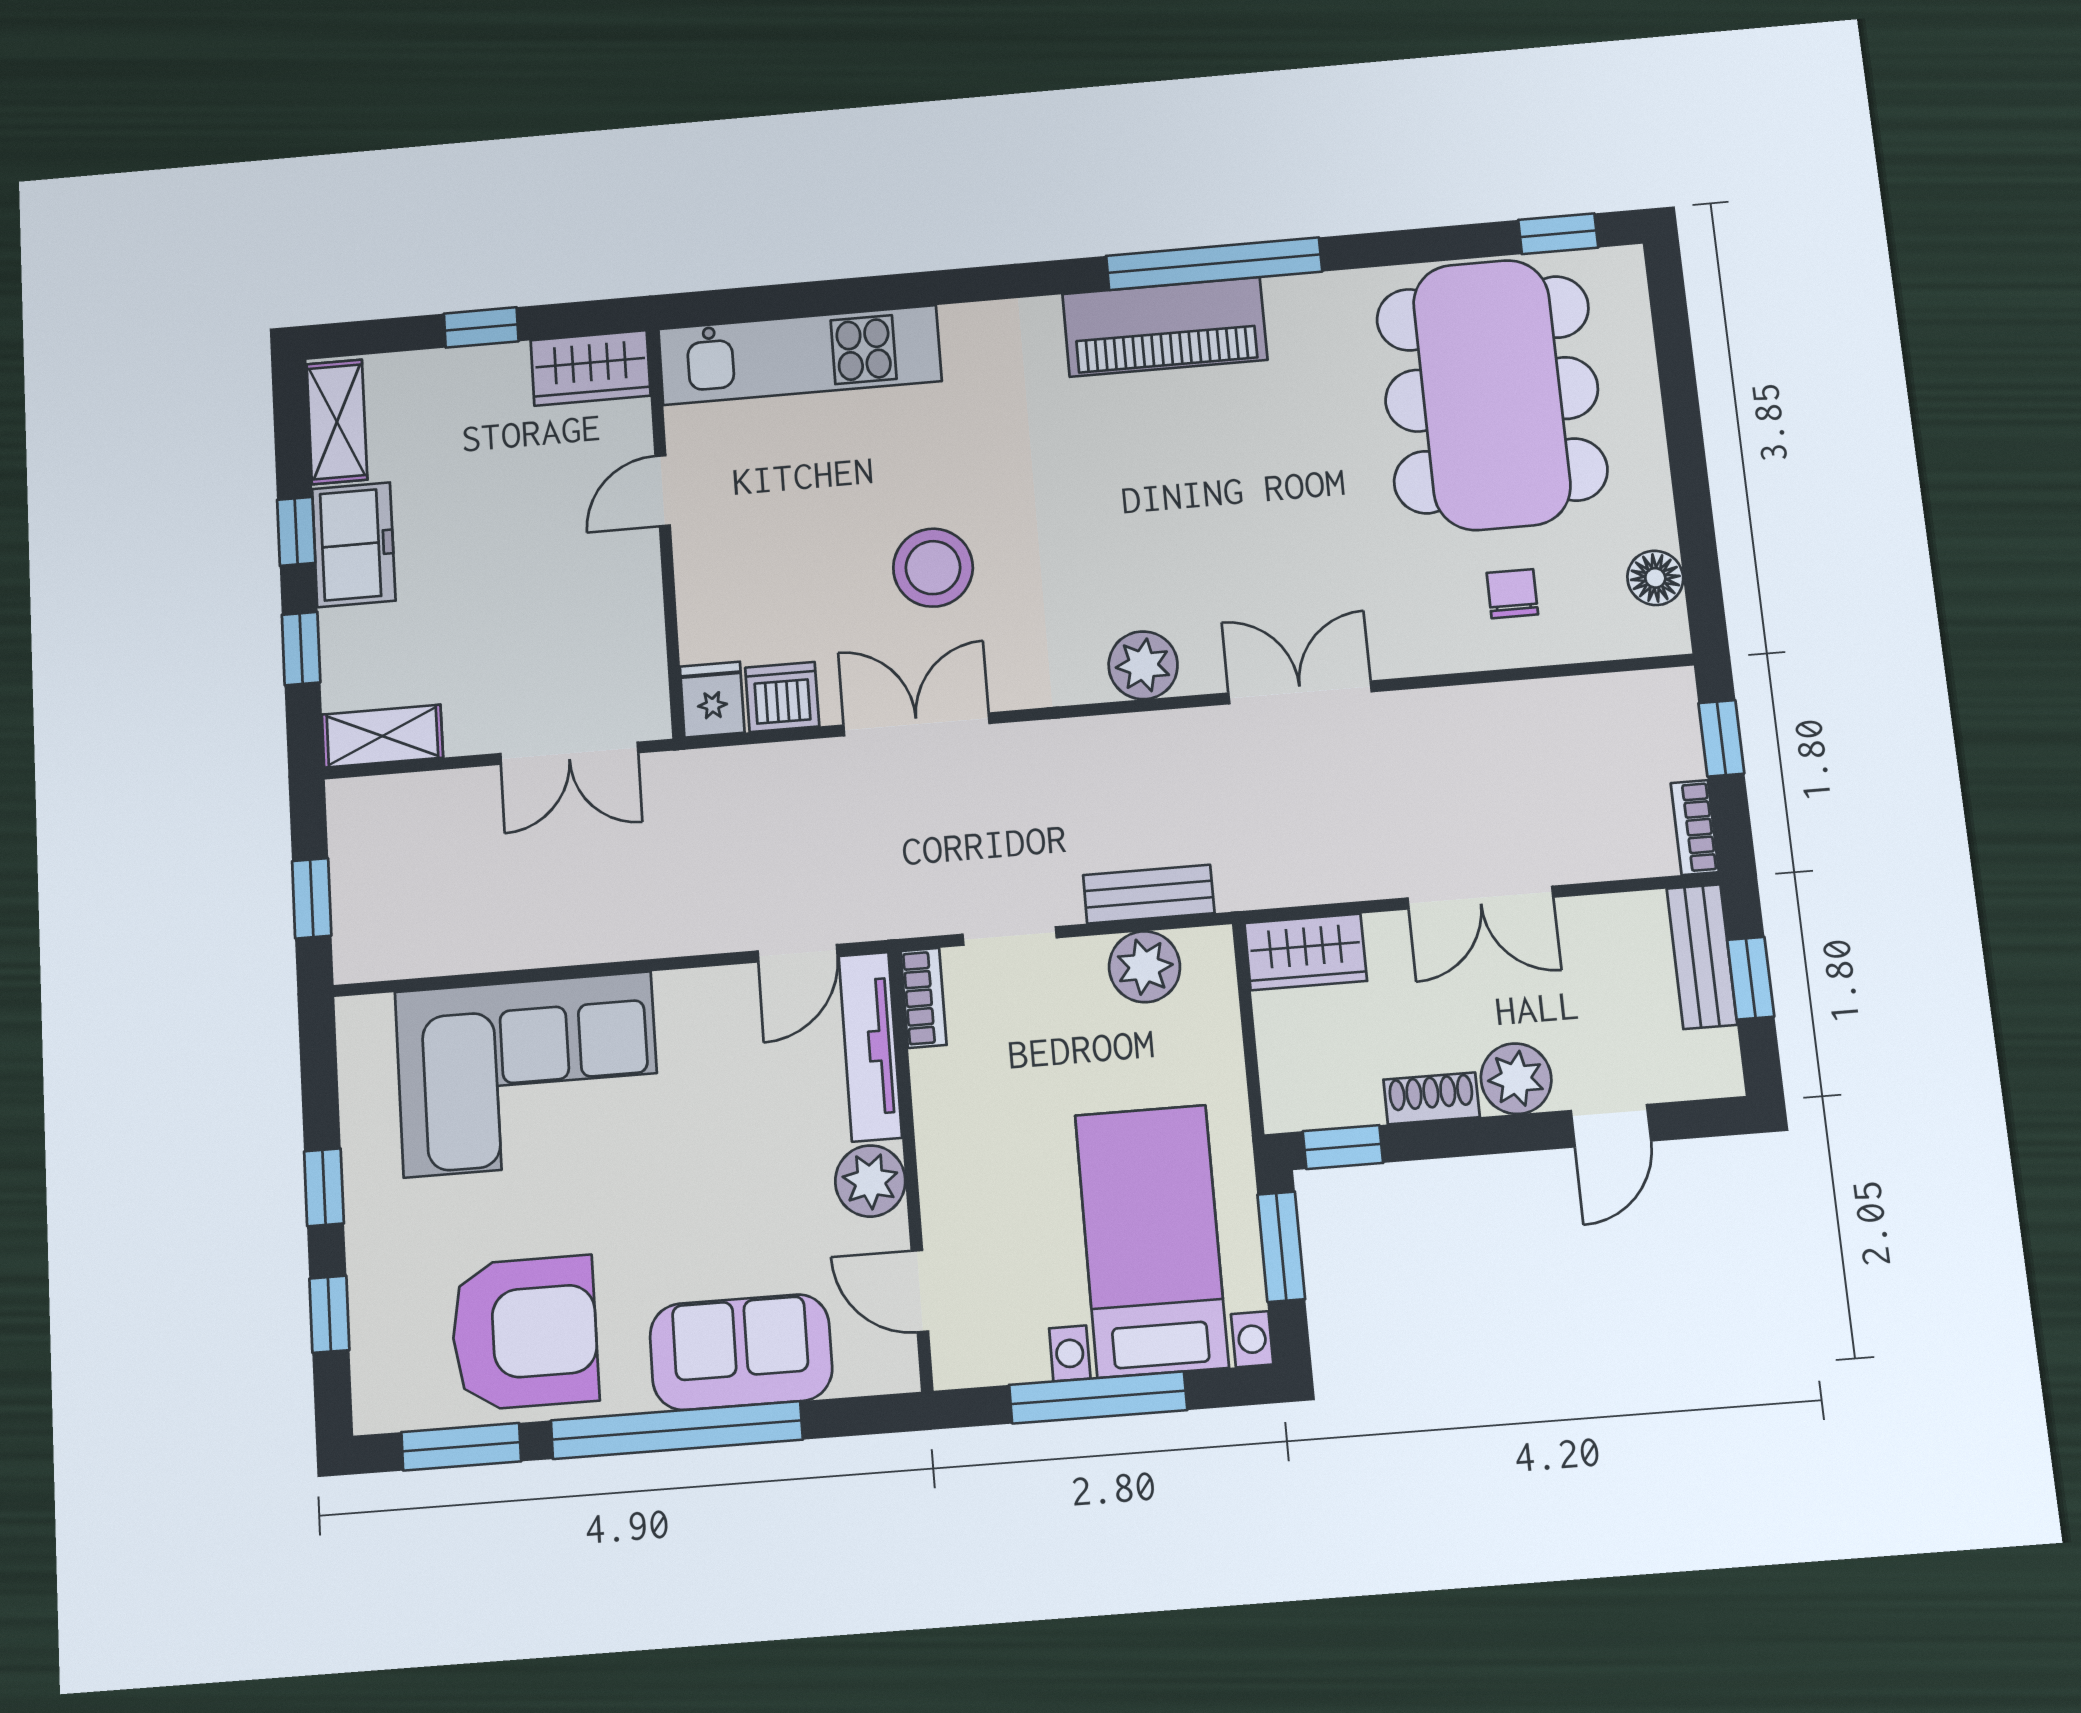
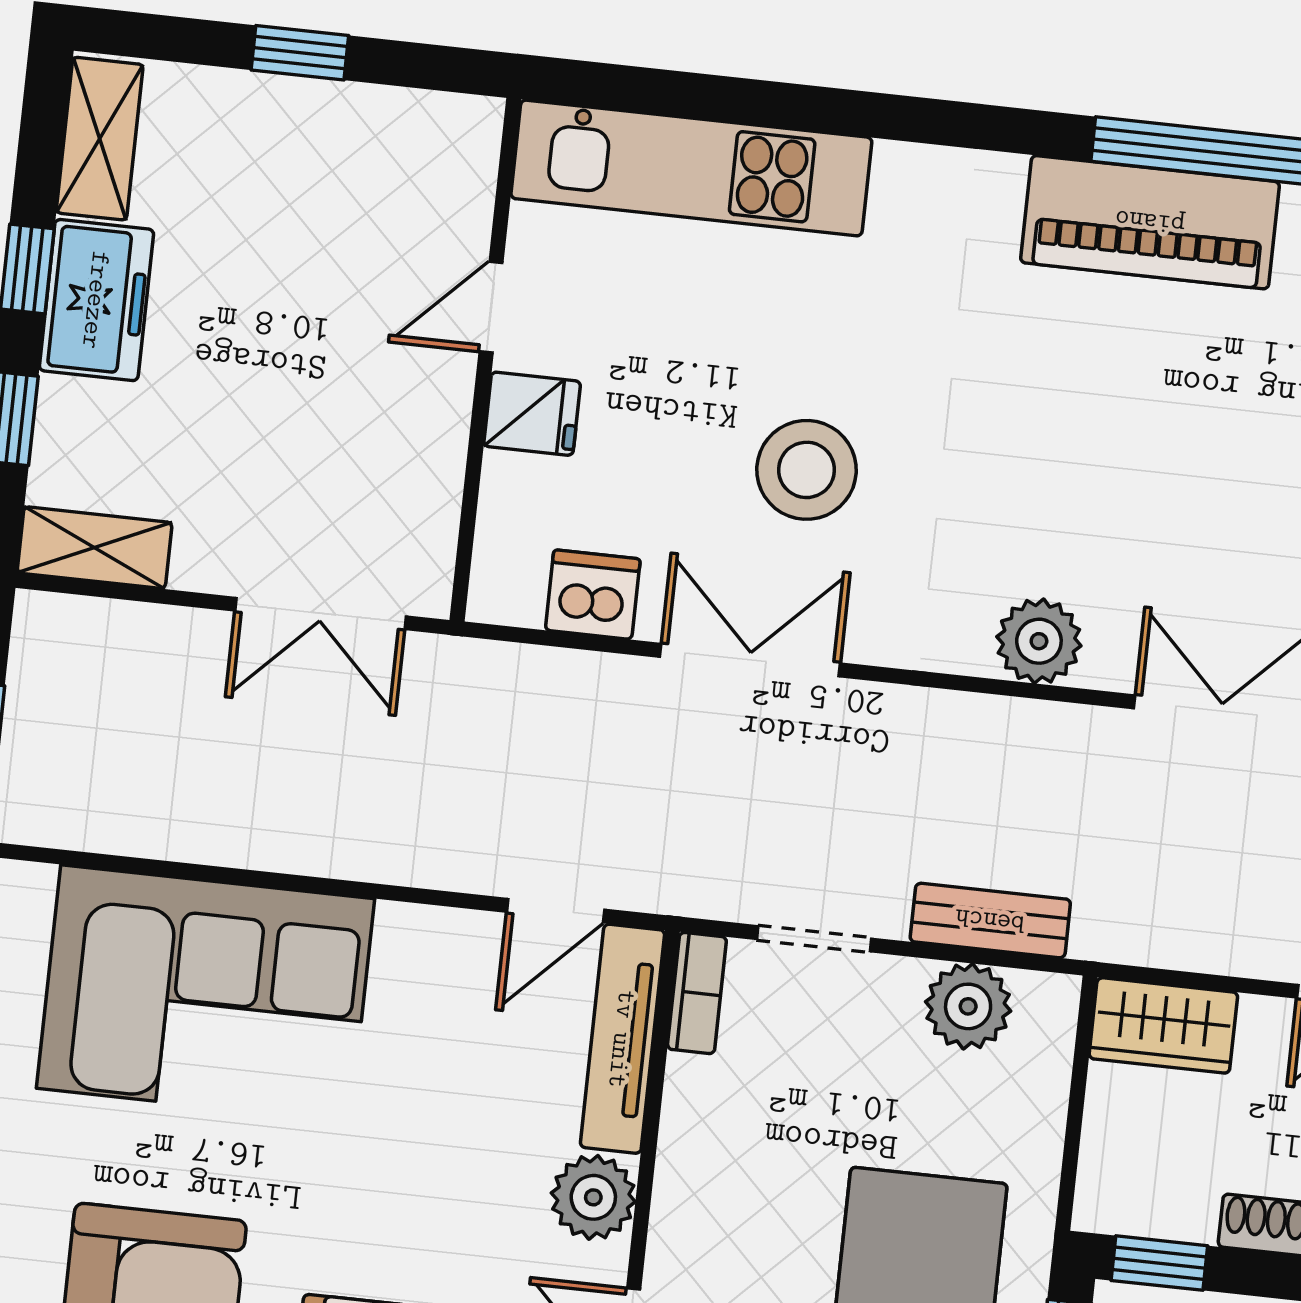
wardrobe: (590, 368) -> (428, 132), removed
fridge: (712, 700) -> (532, 414), moved, turned 90

